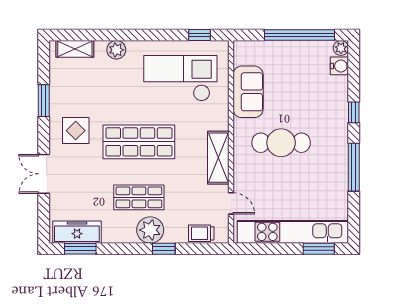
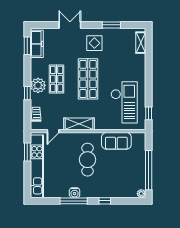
plant: (116, 50) -> (140, 66), removed
water cooler: (339, 66) -> (75, 193), moved
window: (319, 249) -> (27, 152), moved

